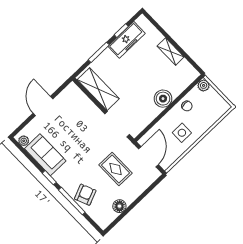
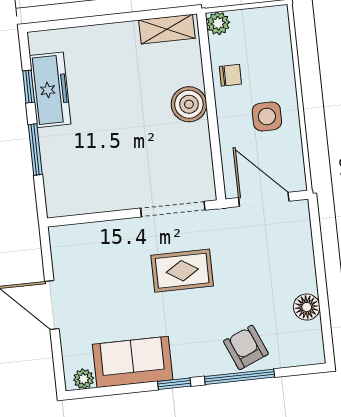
shelving: (171, 51) -> (167, 29), moved
shelving: (98, 89) -> (94, 196), removed
rug: (116, 169) -> (182, 271), moved

